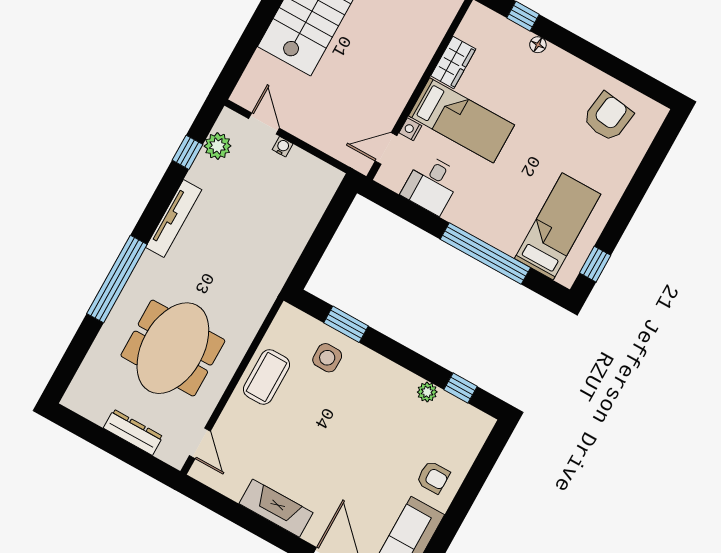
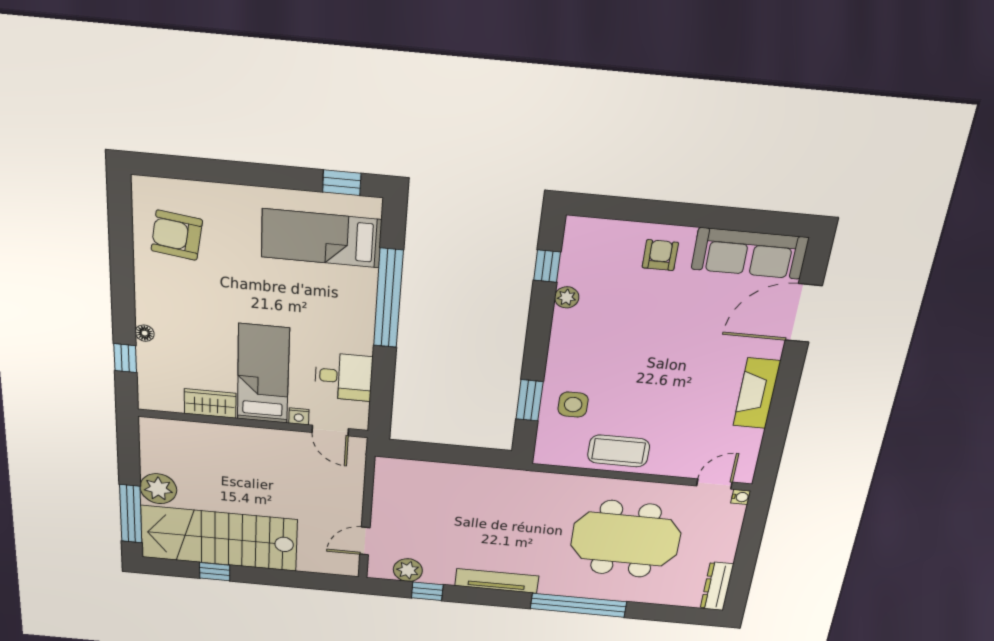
water cooler: (283, 147) -> (741, 497), moved, turned 180
dresser: (133, 432) -> (717, 586), moved

